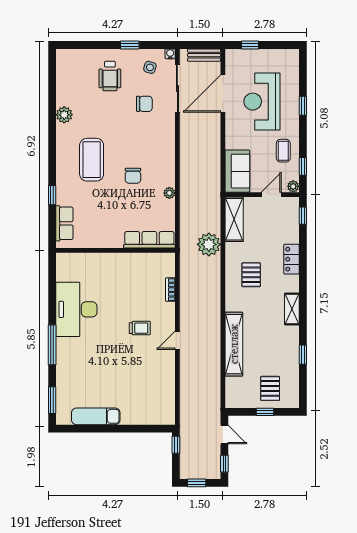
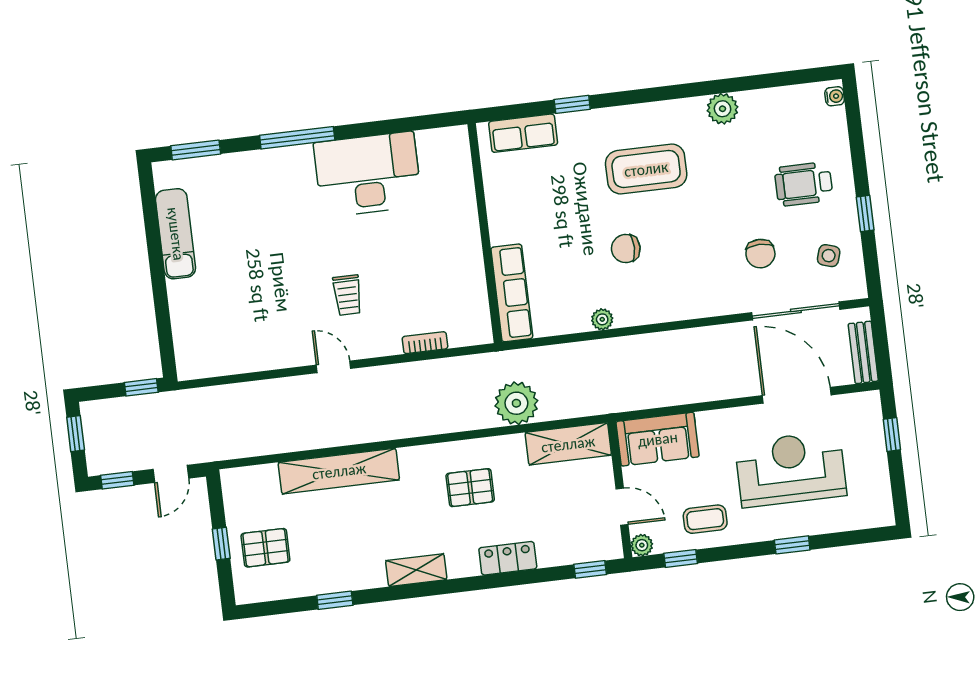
water cooler: (170, 54) -> (835, 96), moved

